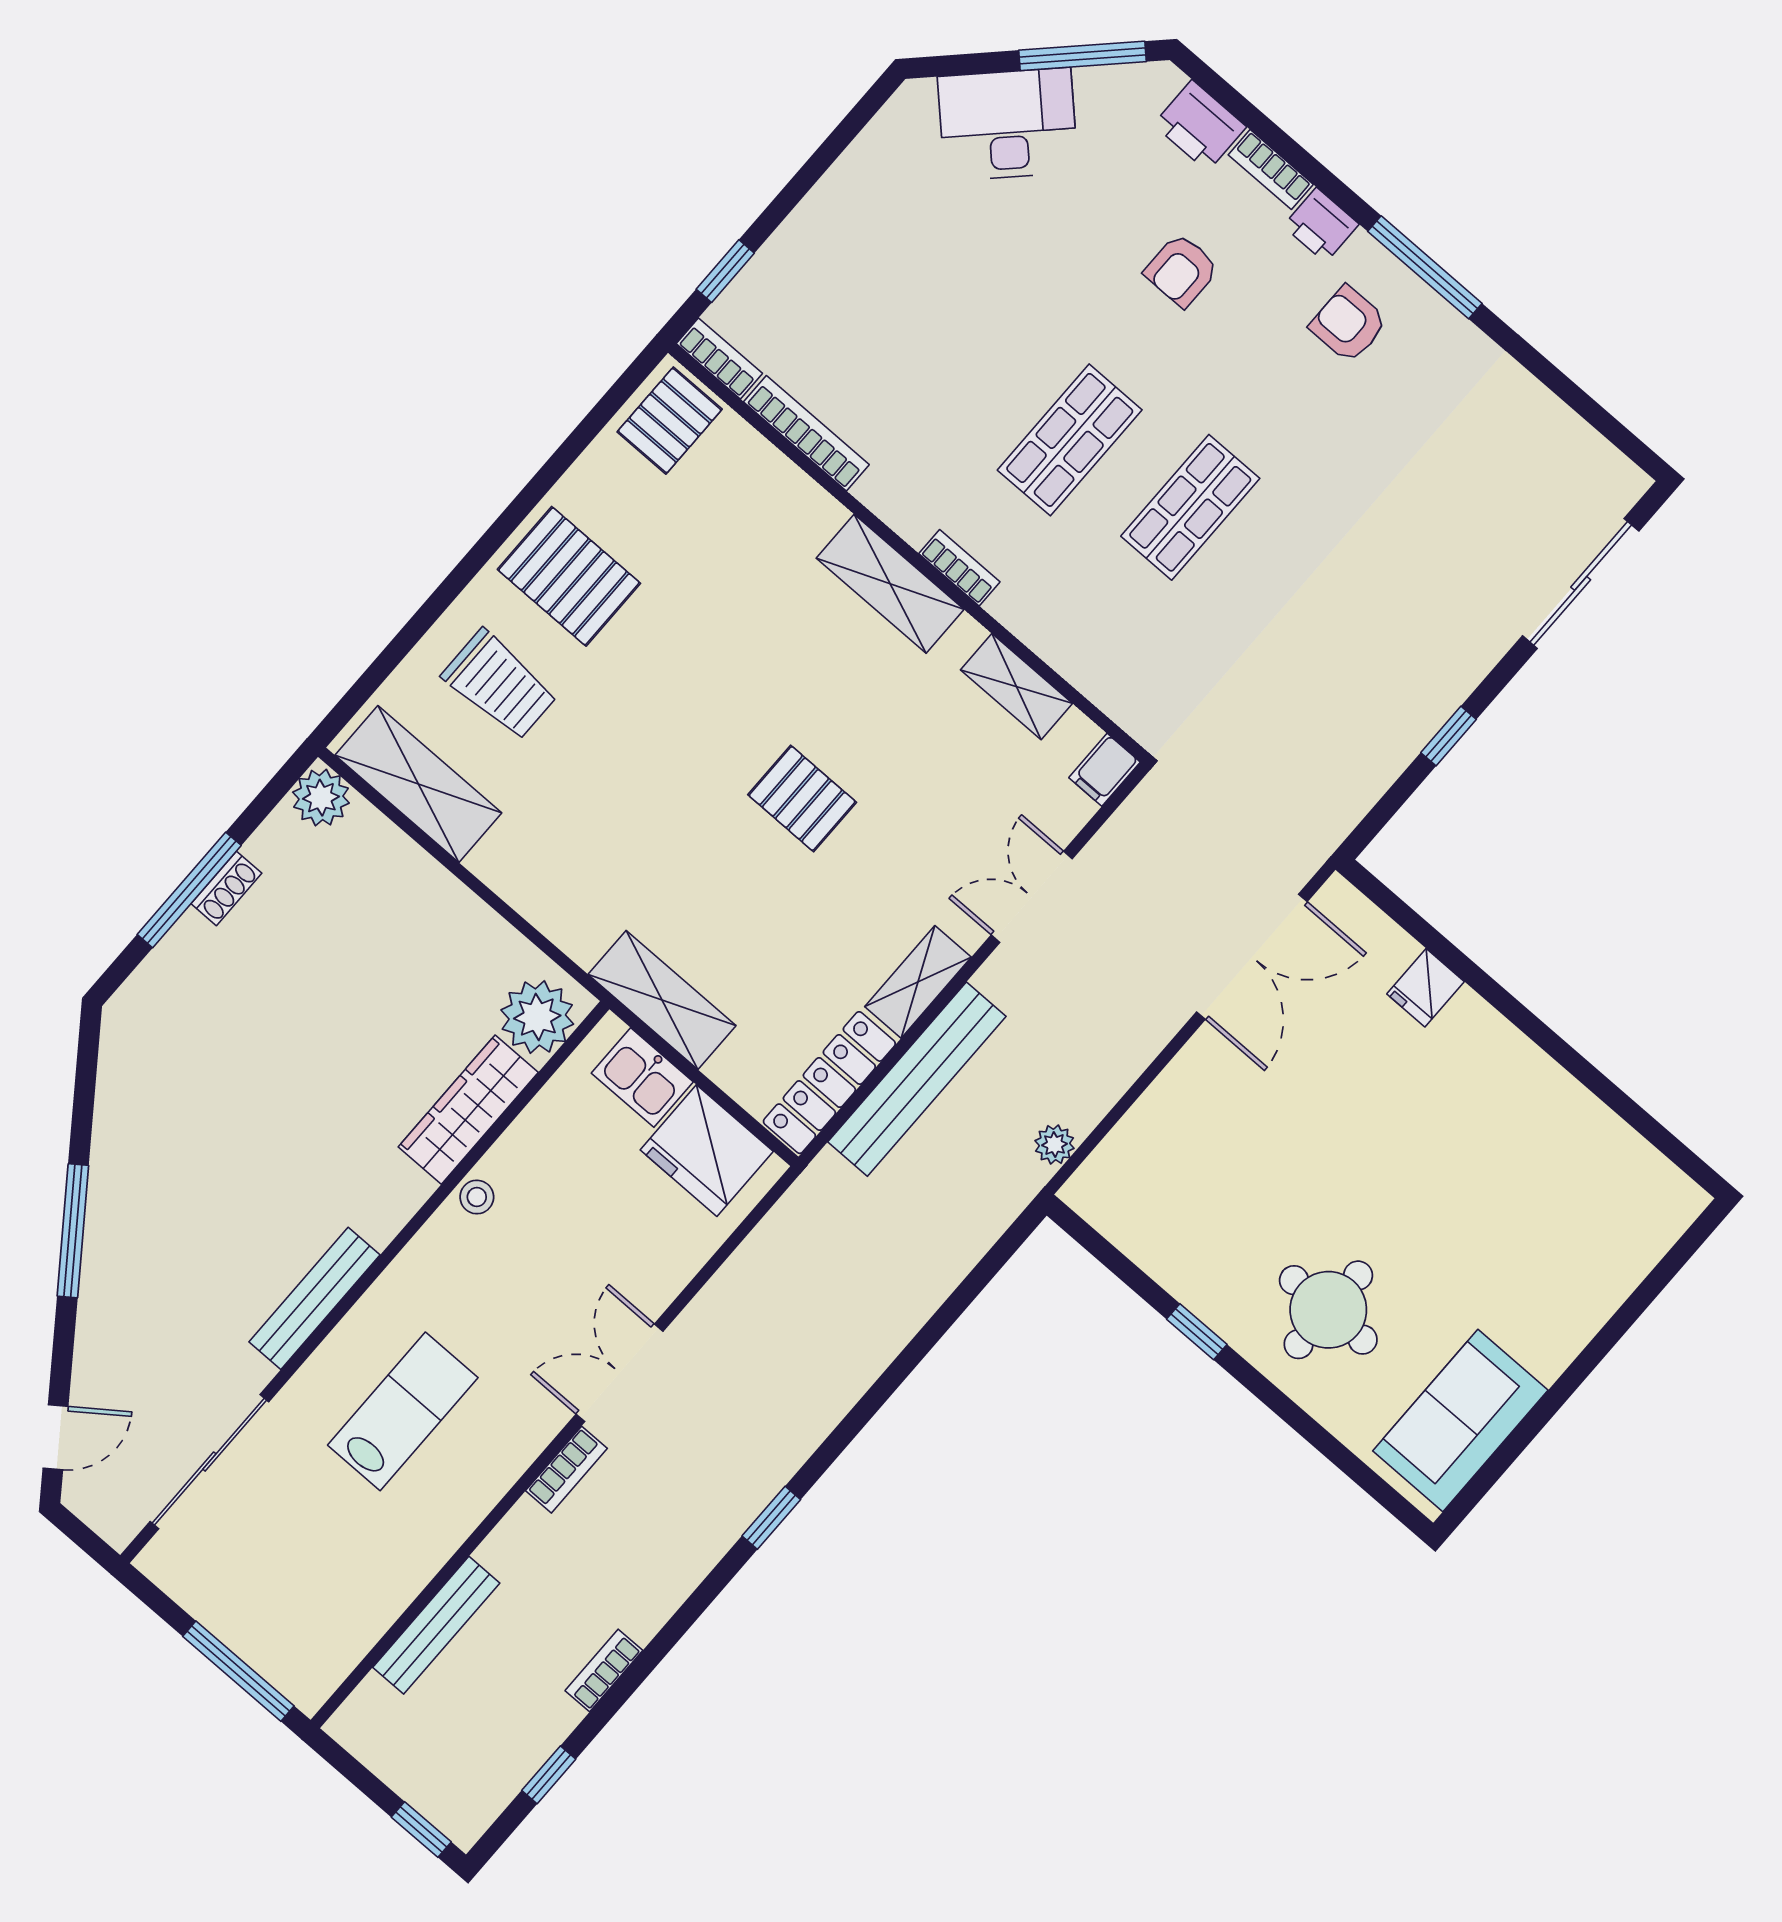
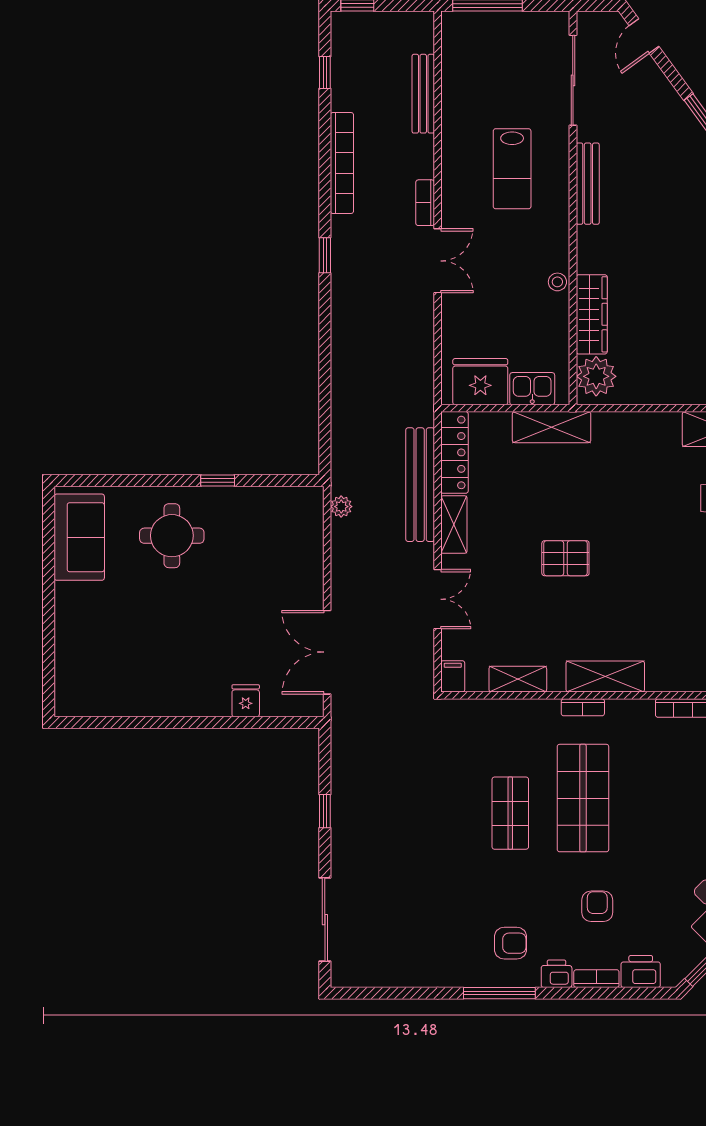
shop shelf: (1070, 440) -> (583, 798), width x1.43, depth x1.36
bookcase: (604, 1671) -> (342, 163), width x2.31, depth x1.31

